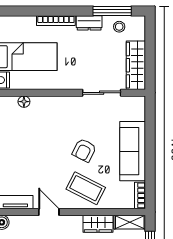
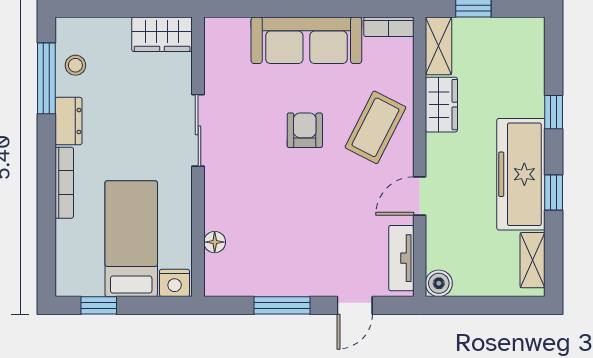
wardrobe: (136, 65) -> (162, 34), width x0.67
sliding door: (102, 93) -> (198, 130), moved
armchair: (84, 150) -> (305, 130), turned -117

